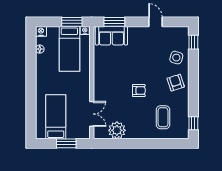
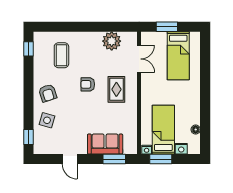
nightstand: (41, 31) -> (181, 149), moved
sofa: (111, 36) -> (105, 144), moved
rug: (112, 86) -> (116, 89), added
double door: (92, 114) -> (139, 59), swing flipped

